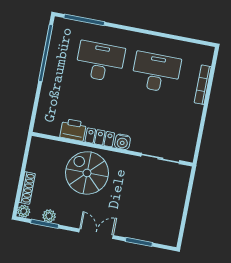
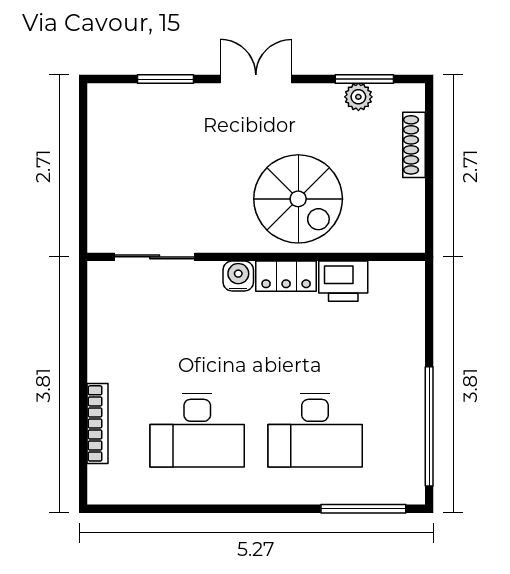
plant: (24, 211) -> (412, 96), removed
double door: (96, 234) -> (256, 79), swing flipped

